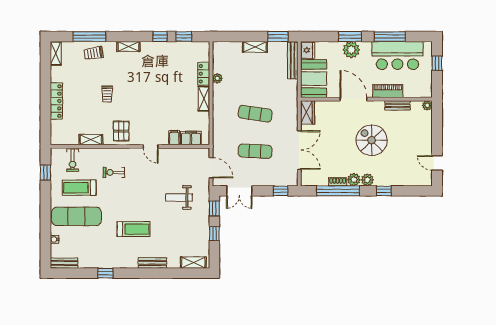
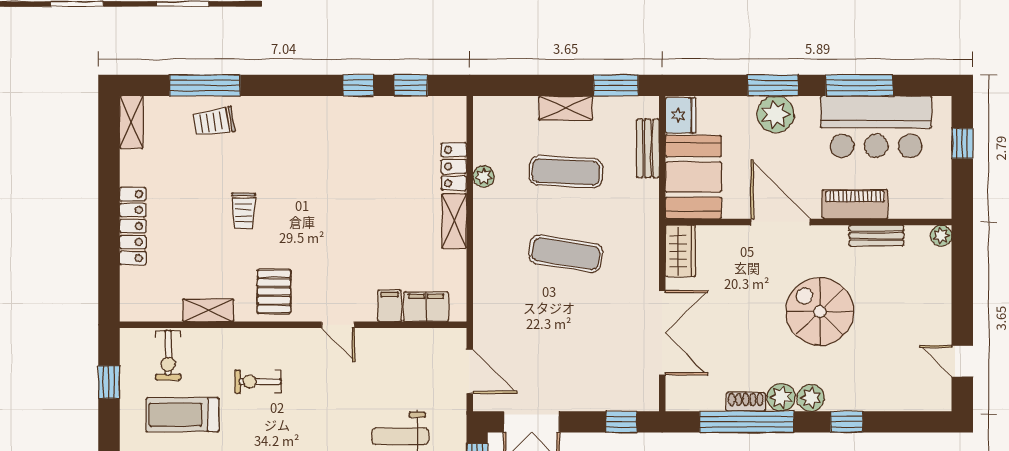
shelving: (128, 46) -> (290, 107), removed
bench: (293, 60) -> (648, 148), width x0.73
exercise mat: (255, 151) -> (566, 172), moved

